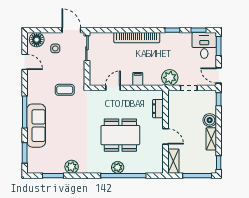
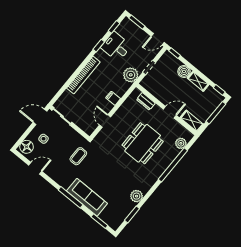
desk: (204, 45) -> (116, 47), moved
plant: (118, 167) -> (181, 143), moved

